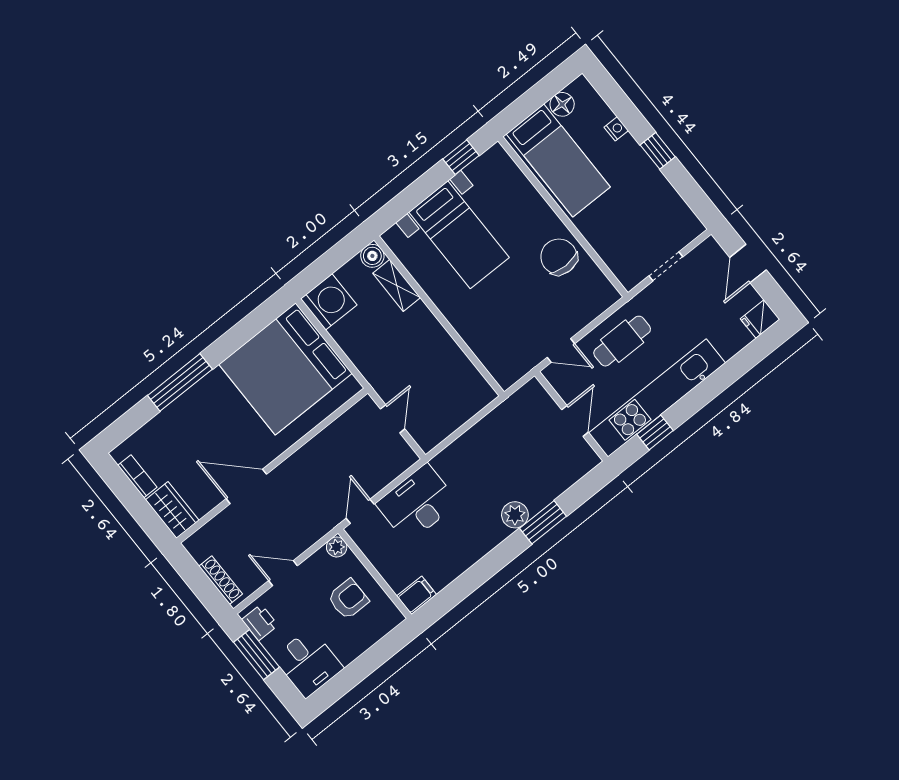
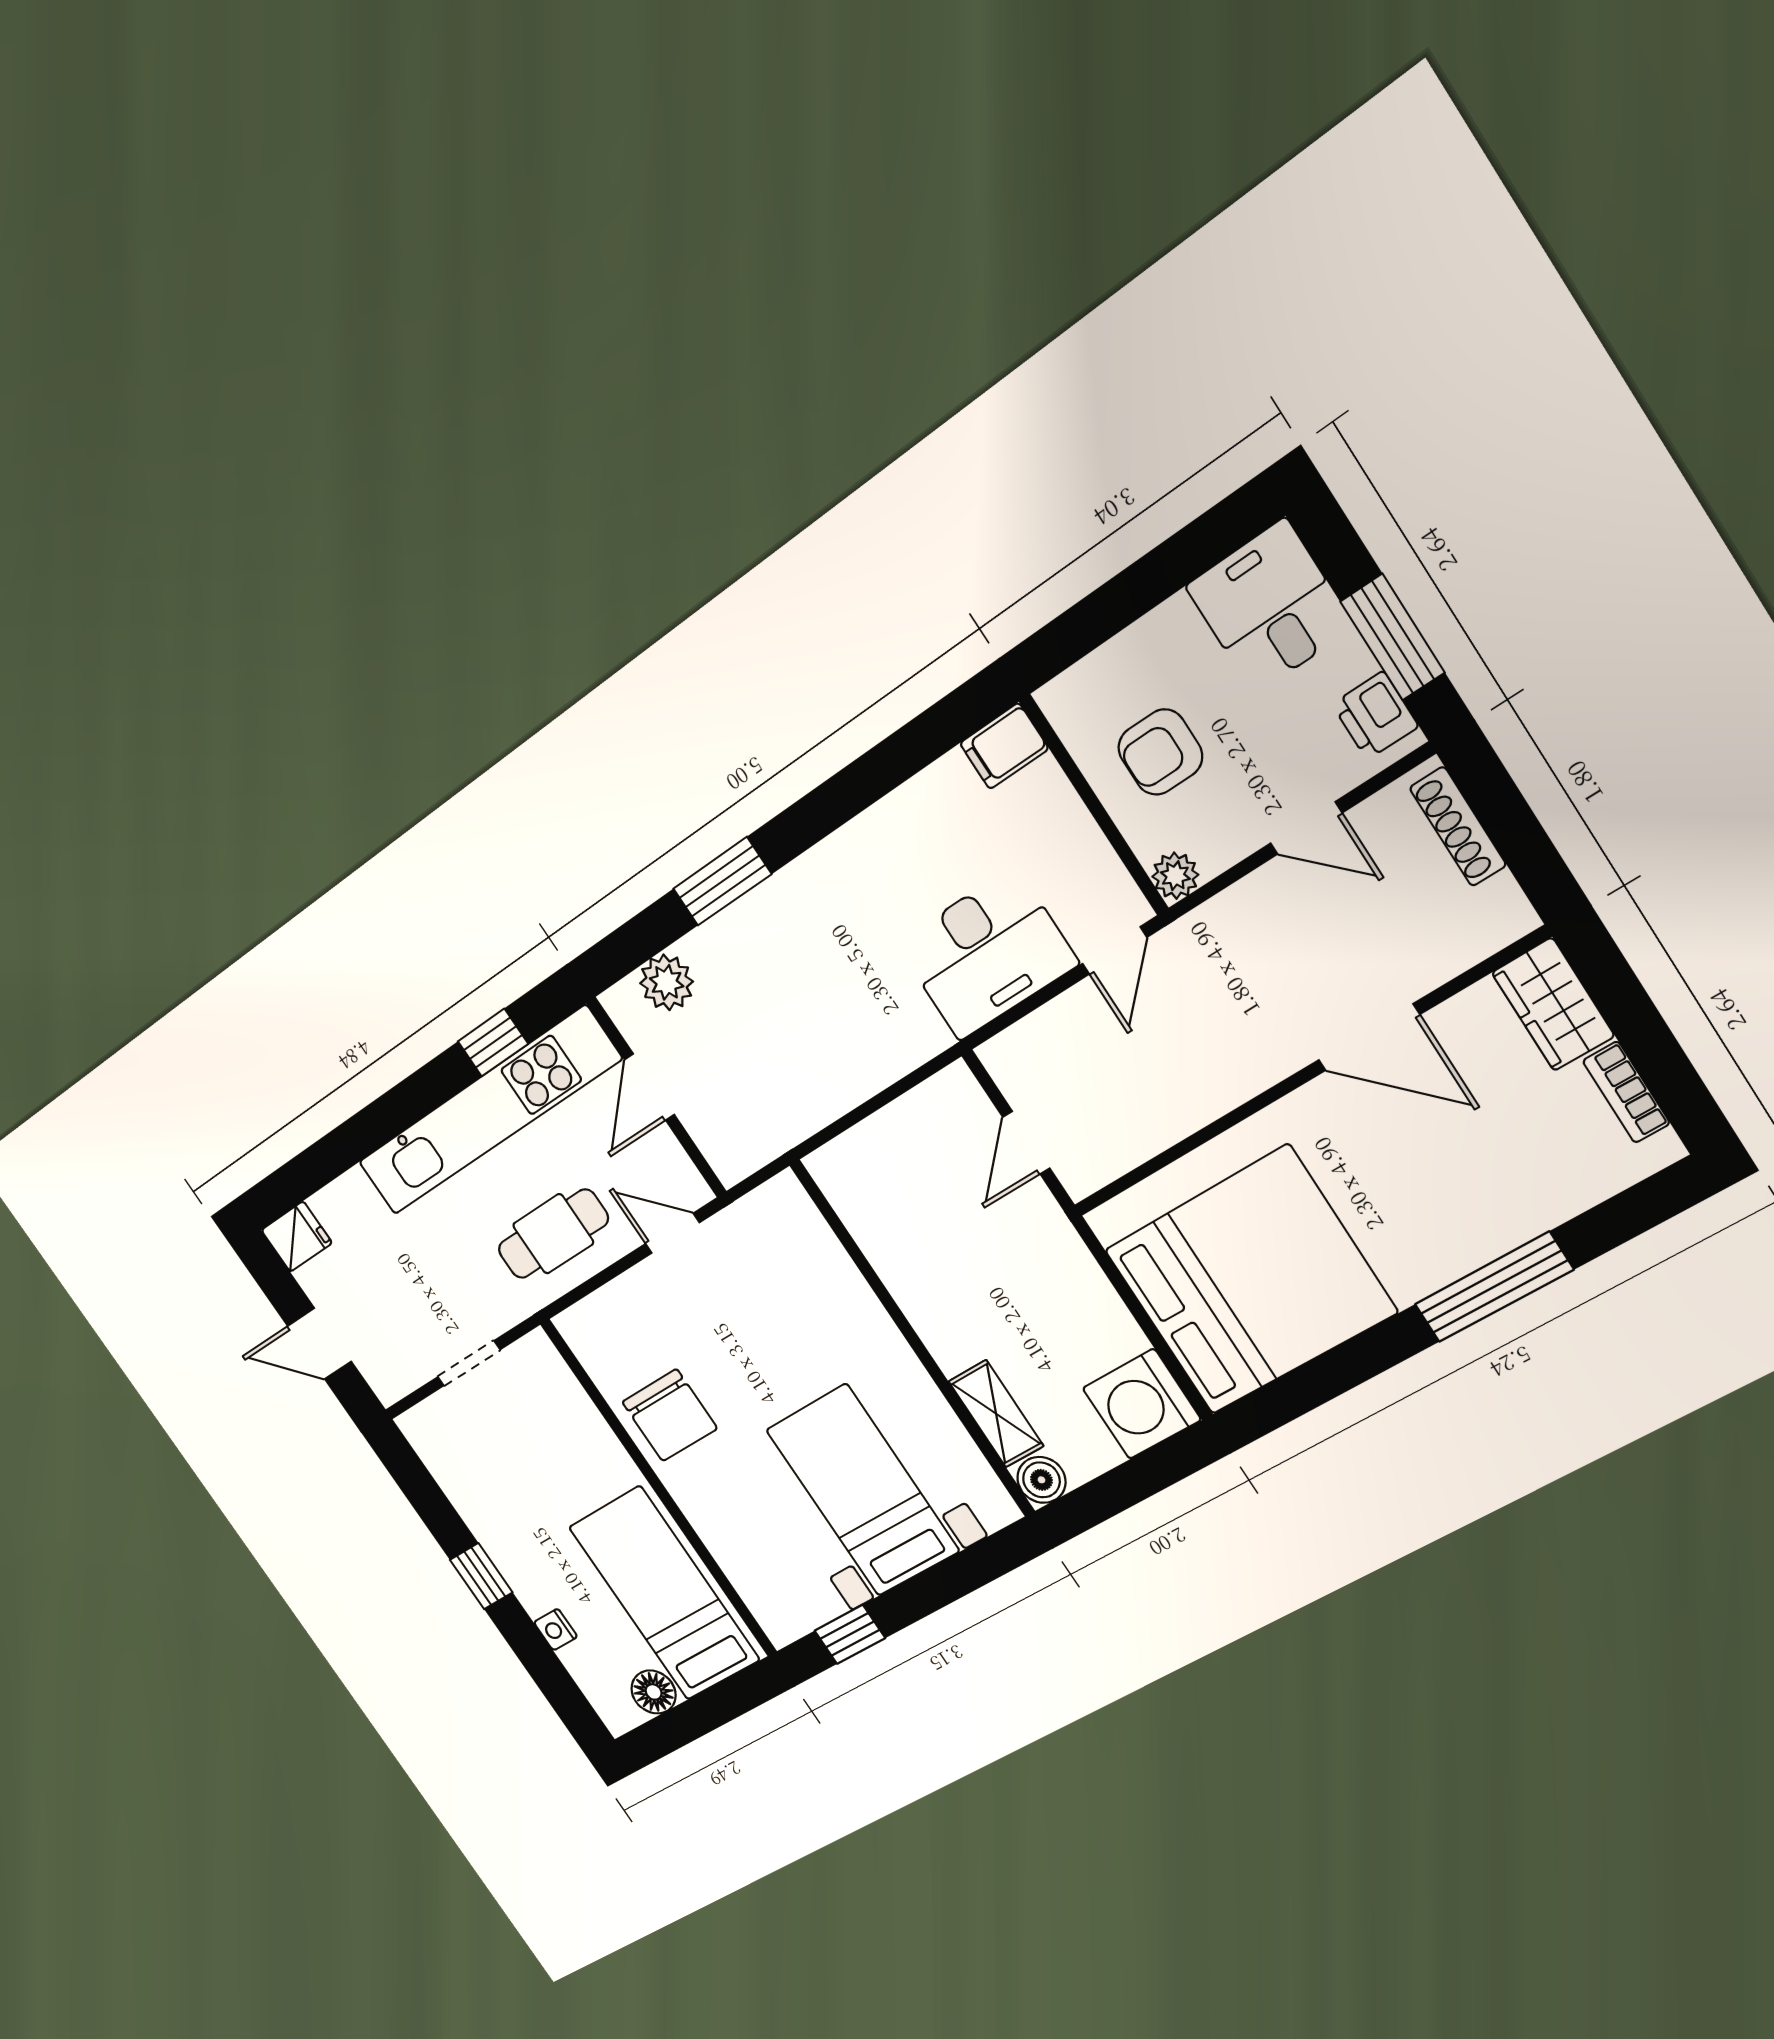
door: (748, 264) -> (319, 1344), swing flipped
plant: (515, 515) -> (667, 982), moved

